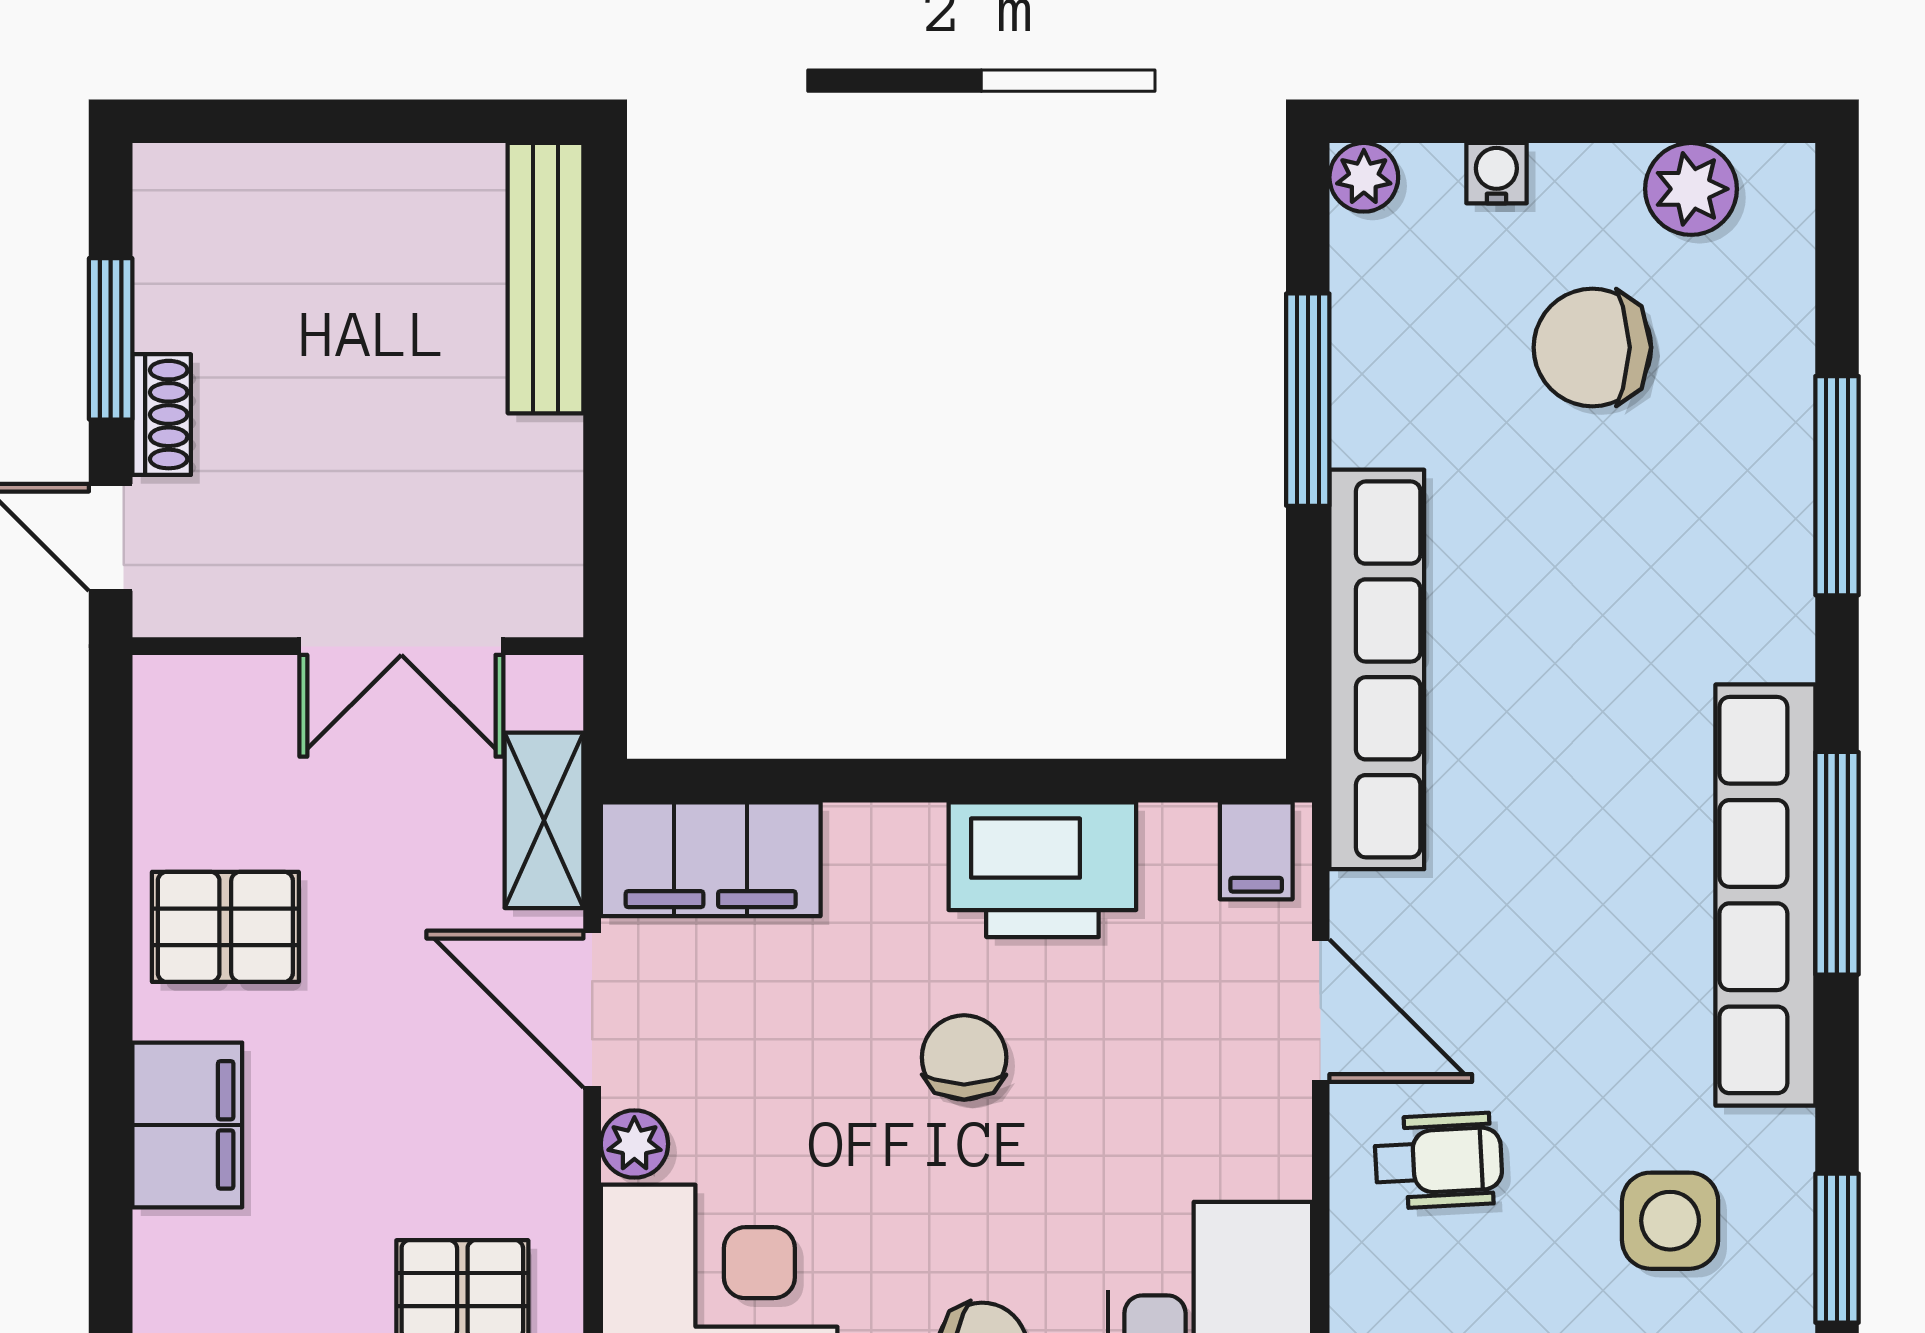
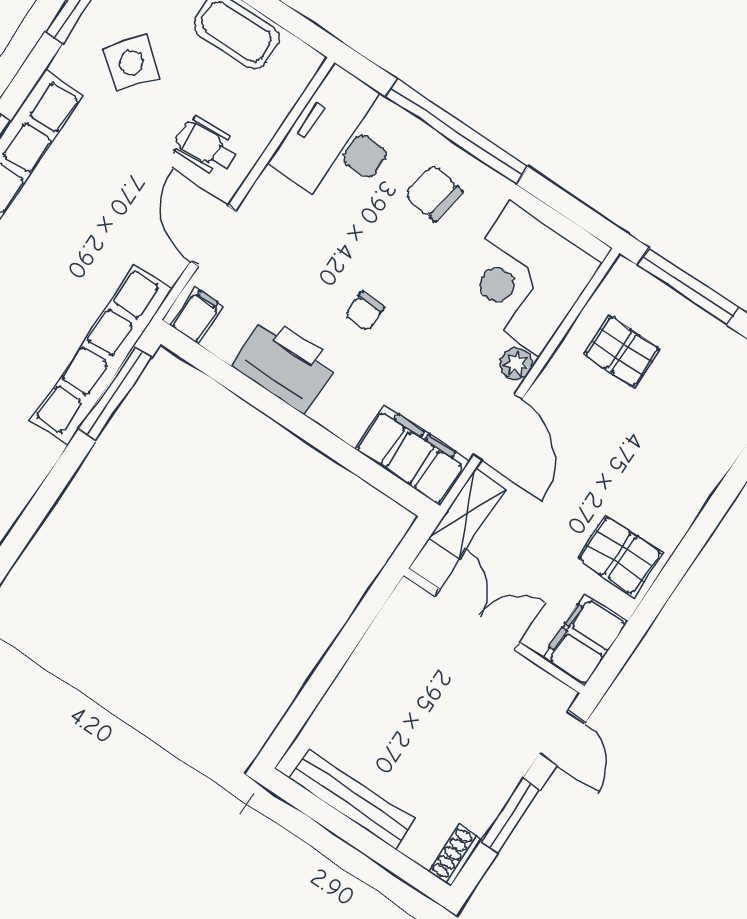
bench: (546, 278) -> (352, 799), moved, turned 90
window: (1308, 400) -> (115, 394), moved
shoe rack: (162, 415) -> (455, 855), moved
chair: (964, 1057) -> (365, 311), width x0.73, depth x0.73
filing cabinet: (187, 1125) -> (585, 640), moved
side table: (1670, 1221) -> (131, 63), turned 38

